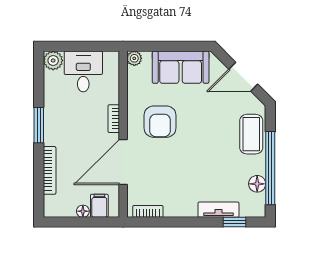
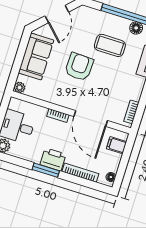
armchair: (160, 122) -> (79, 67), moved, turned -88
printer: (56, 130) -> (53, 159), added
coffee table: (251, 134) -> (110, 45), moved
floor lamp: (83, 211) -> (111, 177), moved

